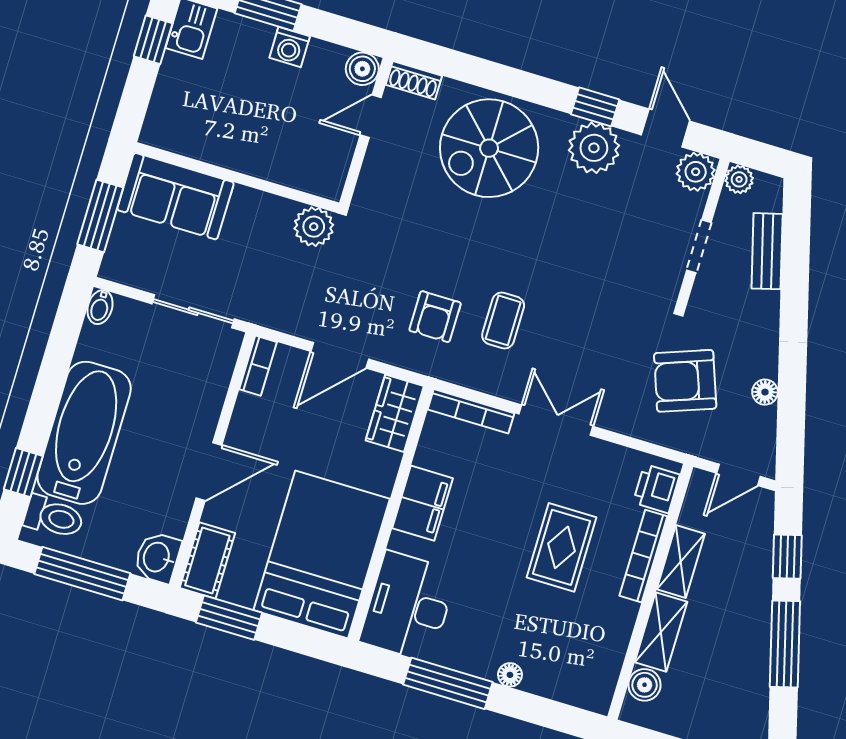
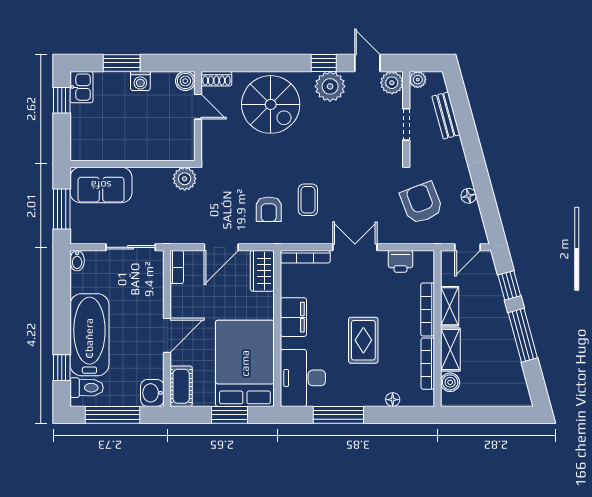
door: (371, 116) -> (198, 107), swing flipped
spiral stairs: (489, 148) -> (271, 104), turned -90
armchair: (685, 381) -> (421, 203), turned 89
printer: (656, 489) -> (400, 261), moved, turned -90
rug: (561, 547) -> (363, 340), moved
window: (229, 618) -> (230, 415), moved
bookcase: (618, 644) -> (428, 364), added
floor lamp: (510, 675) -> (393, 400), moved

